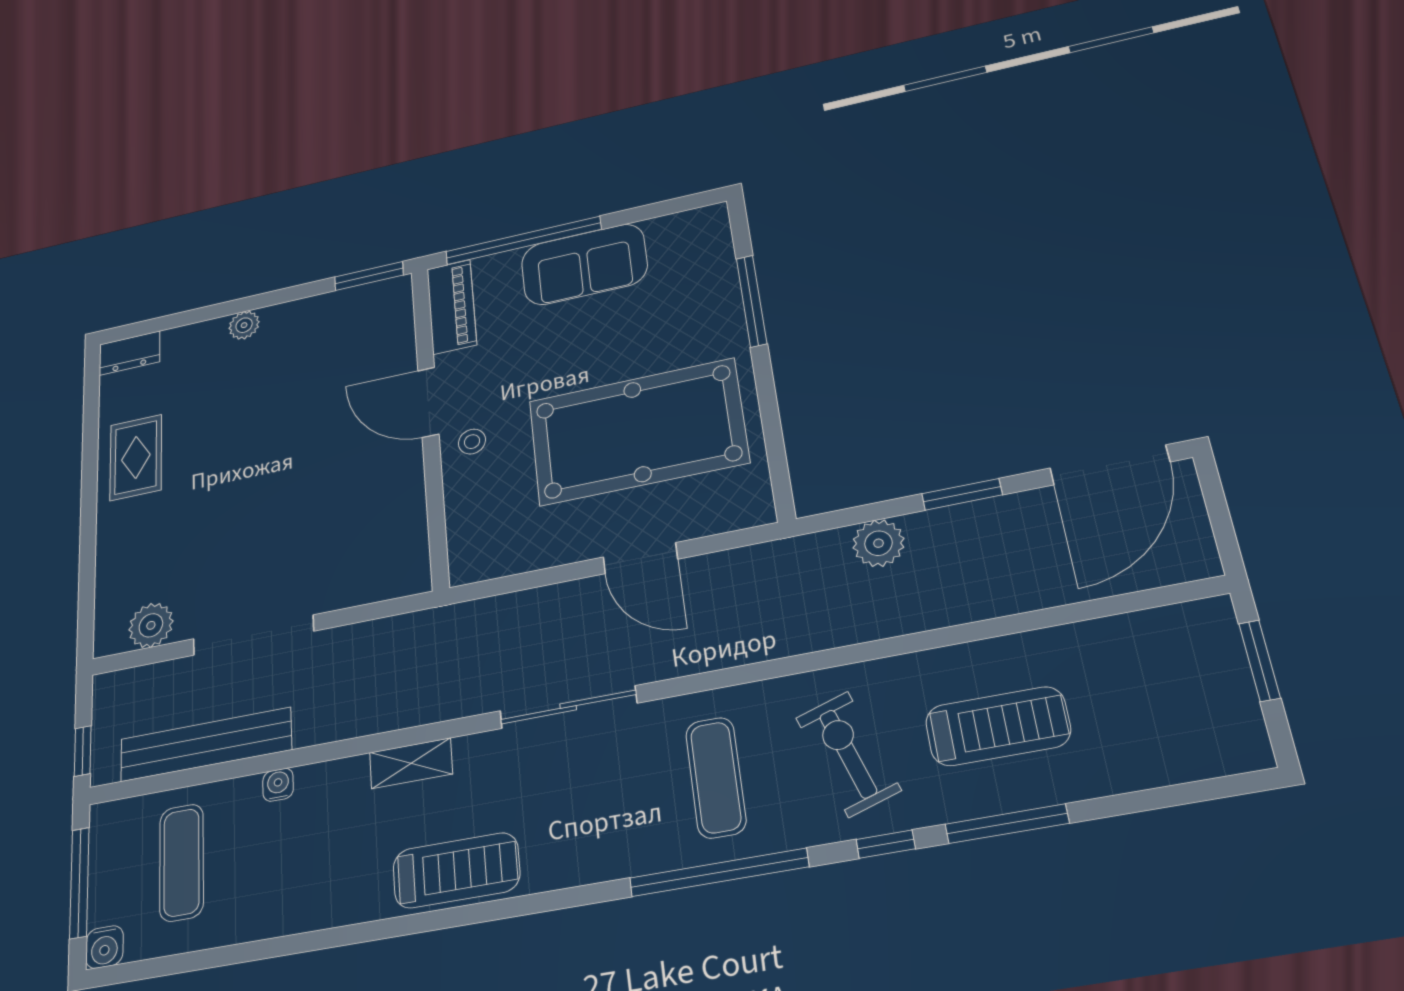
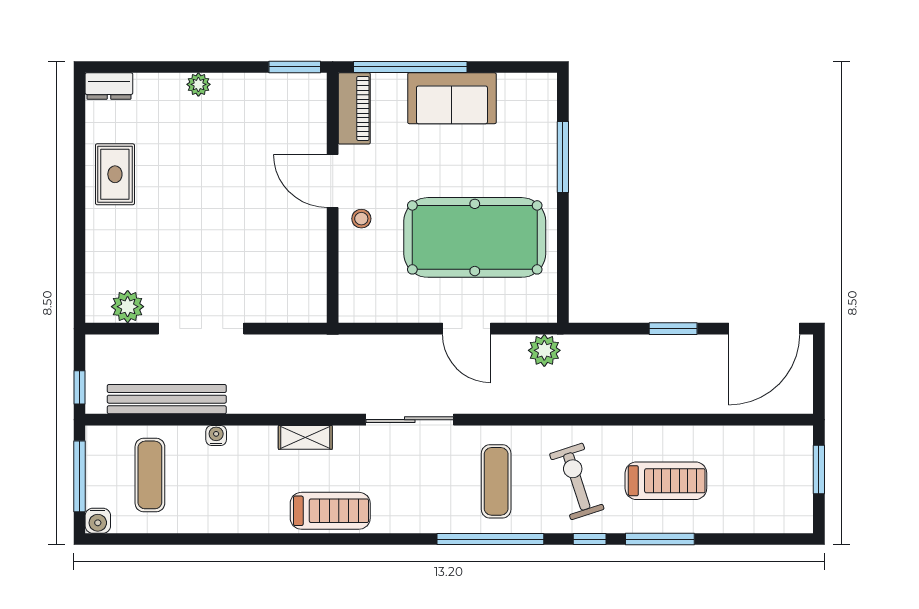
plant: (878, 543) -> (544, 350), moved

